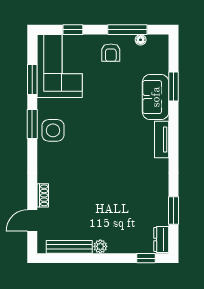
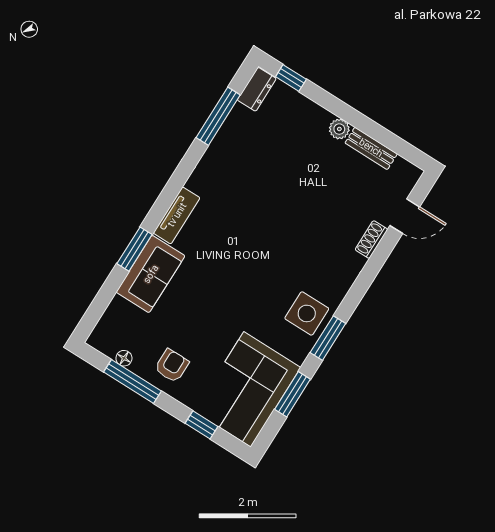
window: (174, 86) -> (135, 249), moved
window: (174, 210) -> (218, 116), width x1.44
bench: (69, 247) -> (371, 148), width x0.73

